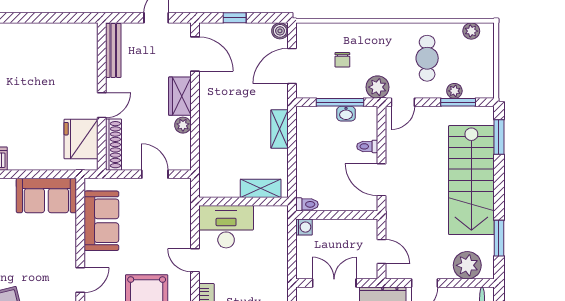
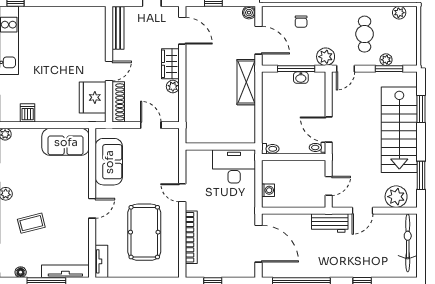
chair: (342, 60) -> (301, 22), moved
door: (292, 66) -> (258, 40), swing flipped
shelving: (280, 129) -> (246, 82), width x1.50, depth x1.33
window: (499, 137) -> (421, 109), moved
toilet: (367, 146) -> (317, 147), moved
shelving: (261, 188) -> (234, 136), removed
desk: (226, 227) -> (234, 166), moved
washing machine: (304, 227) -> (268, 190), moved
door: (381, 251) -> (329, 186), hinge flipped
double door: (334, 283) -> (292, 211), removed

